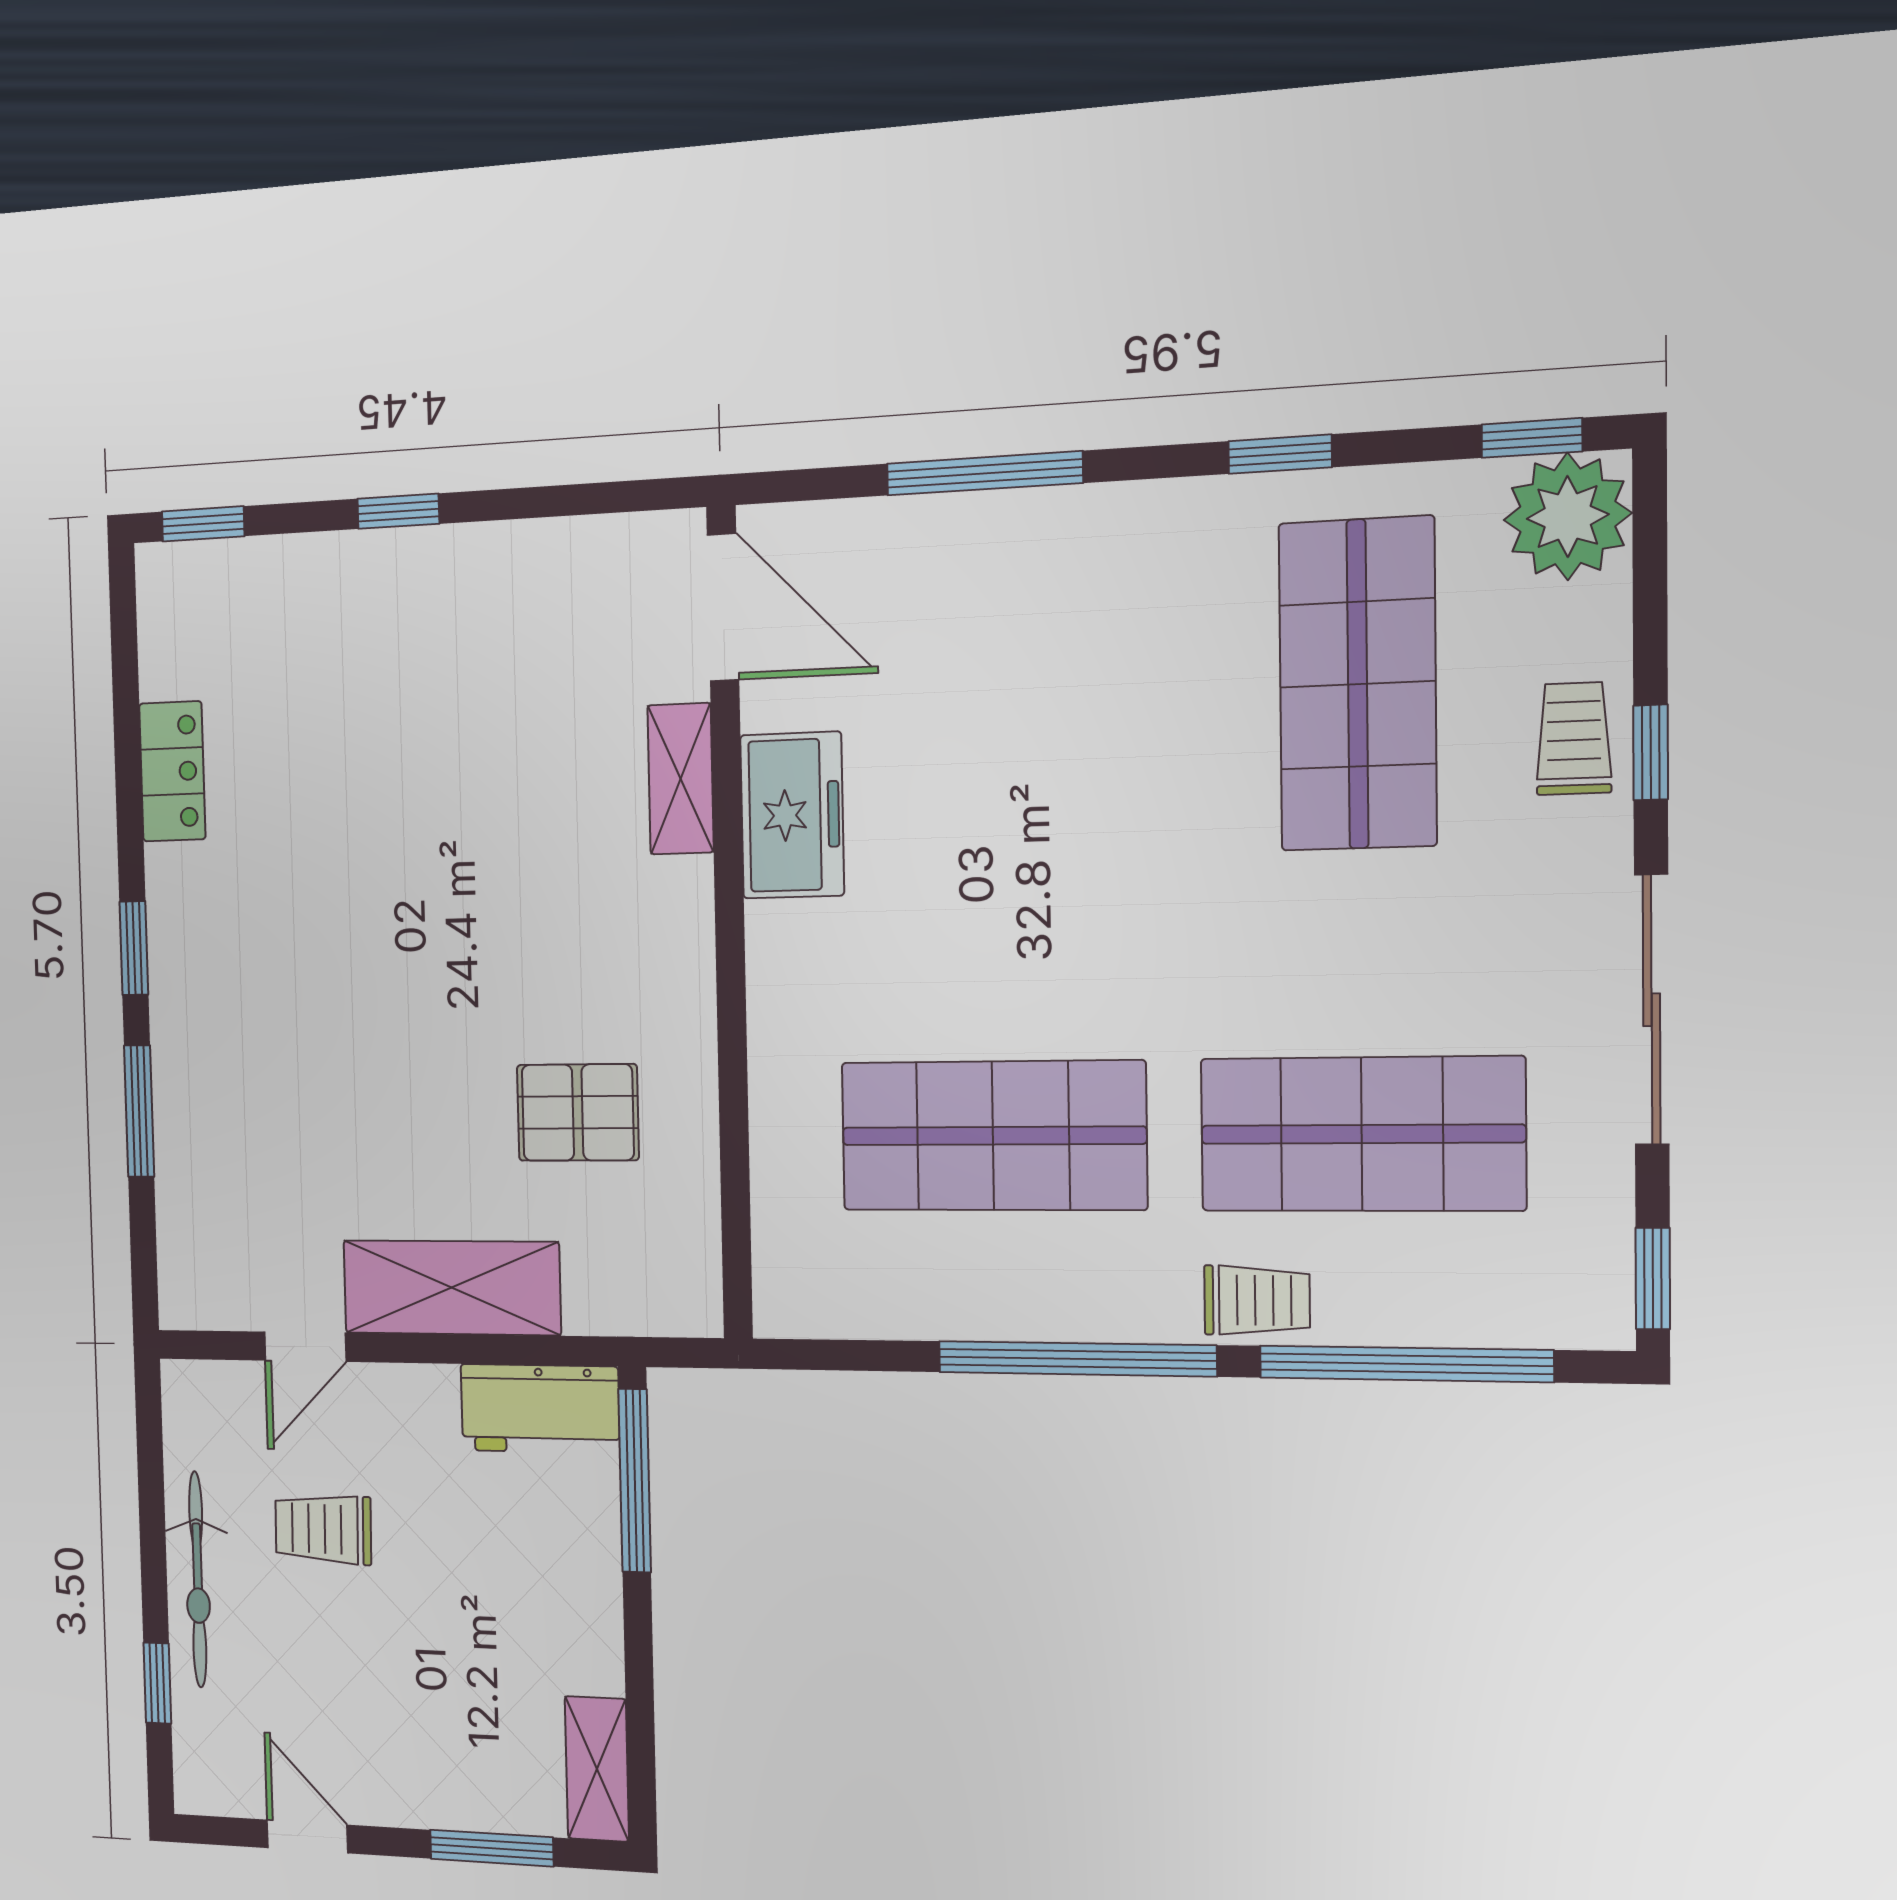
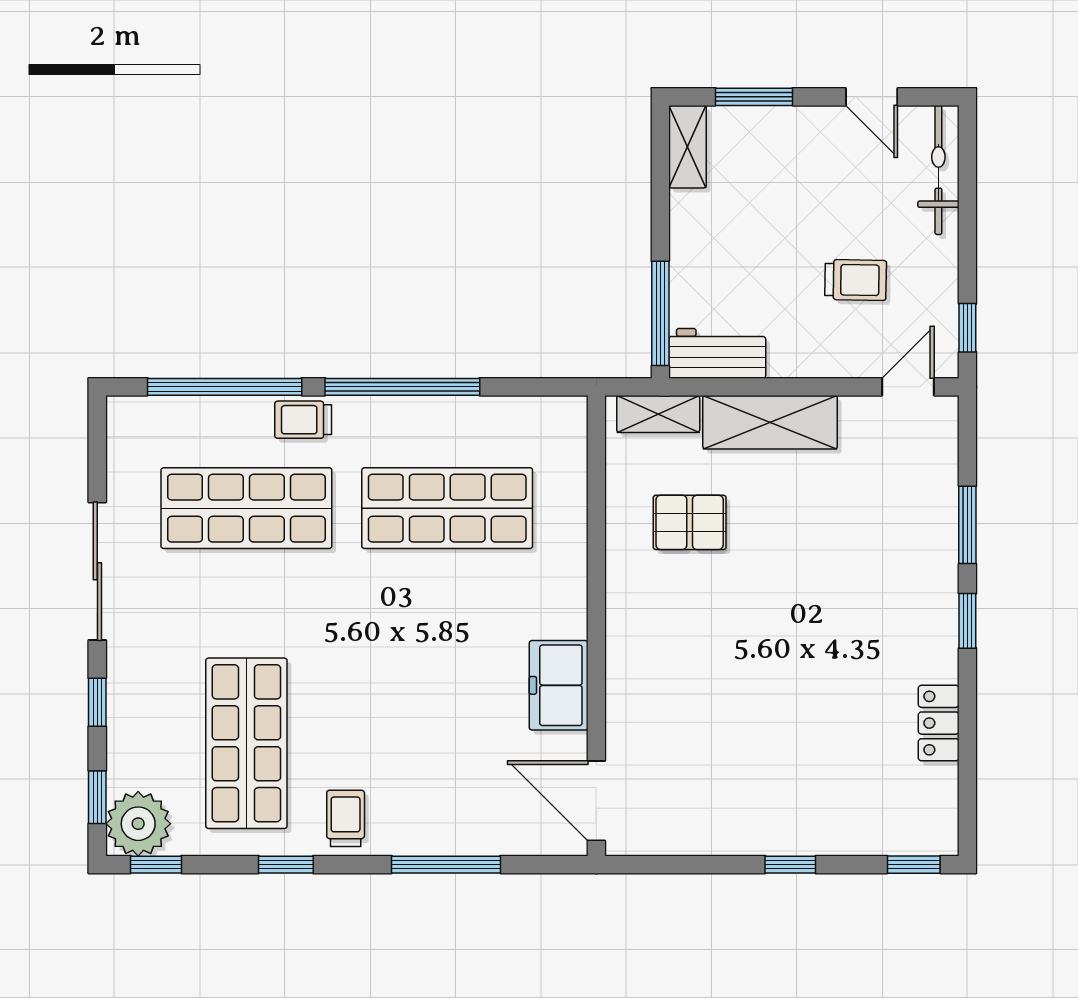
trolley: (1574, 738) -> (346, 818), moved, turned 180
shelving: (681, 779) -> (658, 414), moved, turned 90
window: (1653, 1278) -> (97, 797), moved
door: (305, 1347) -> (908, 387), moved
bicycle: (198, 1580) -> (938, 170), moved
window: (157, 1683) -> (967, 328), moved

